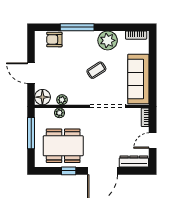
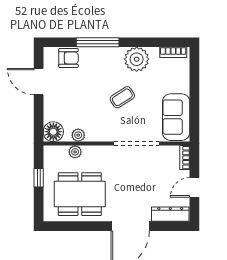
armchair: (54, 39) -> (68, 58), turned 180
door: (31, 73) -> (39, 82), moved
sofa: (138, 79) -> (176, 117), width x0.73
window: (31, 133) -> (39, 178), width x0.46
window: (69, 171) -> (87, 226), removed

